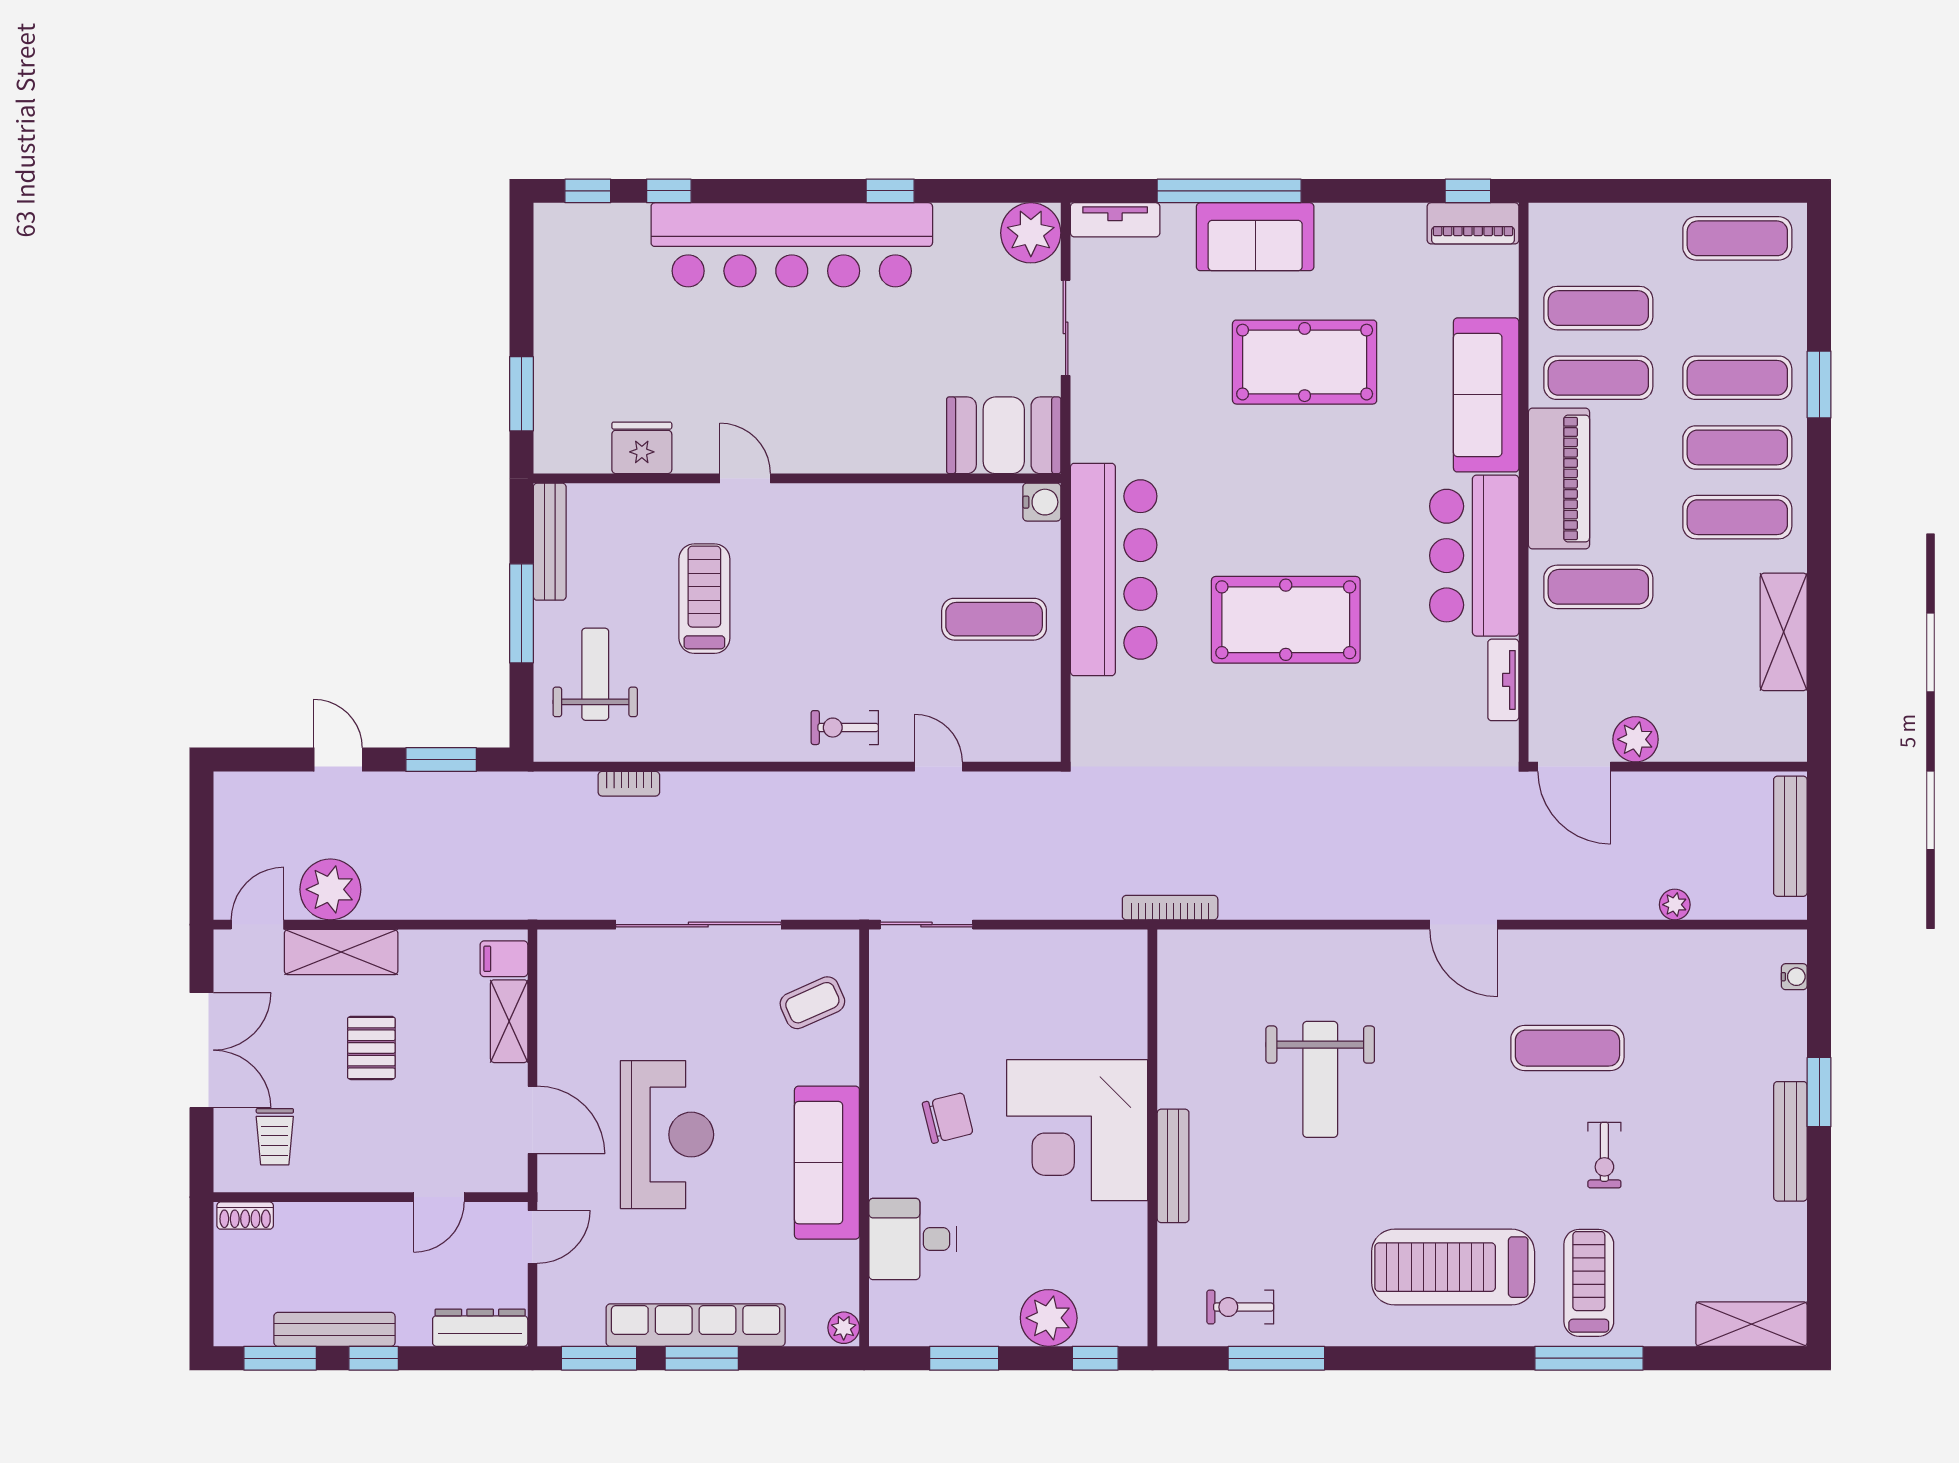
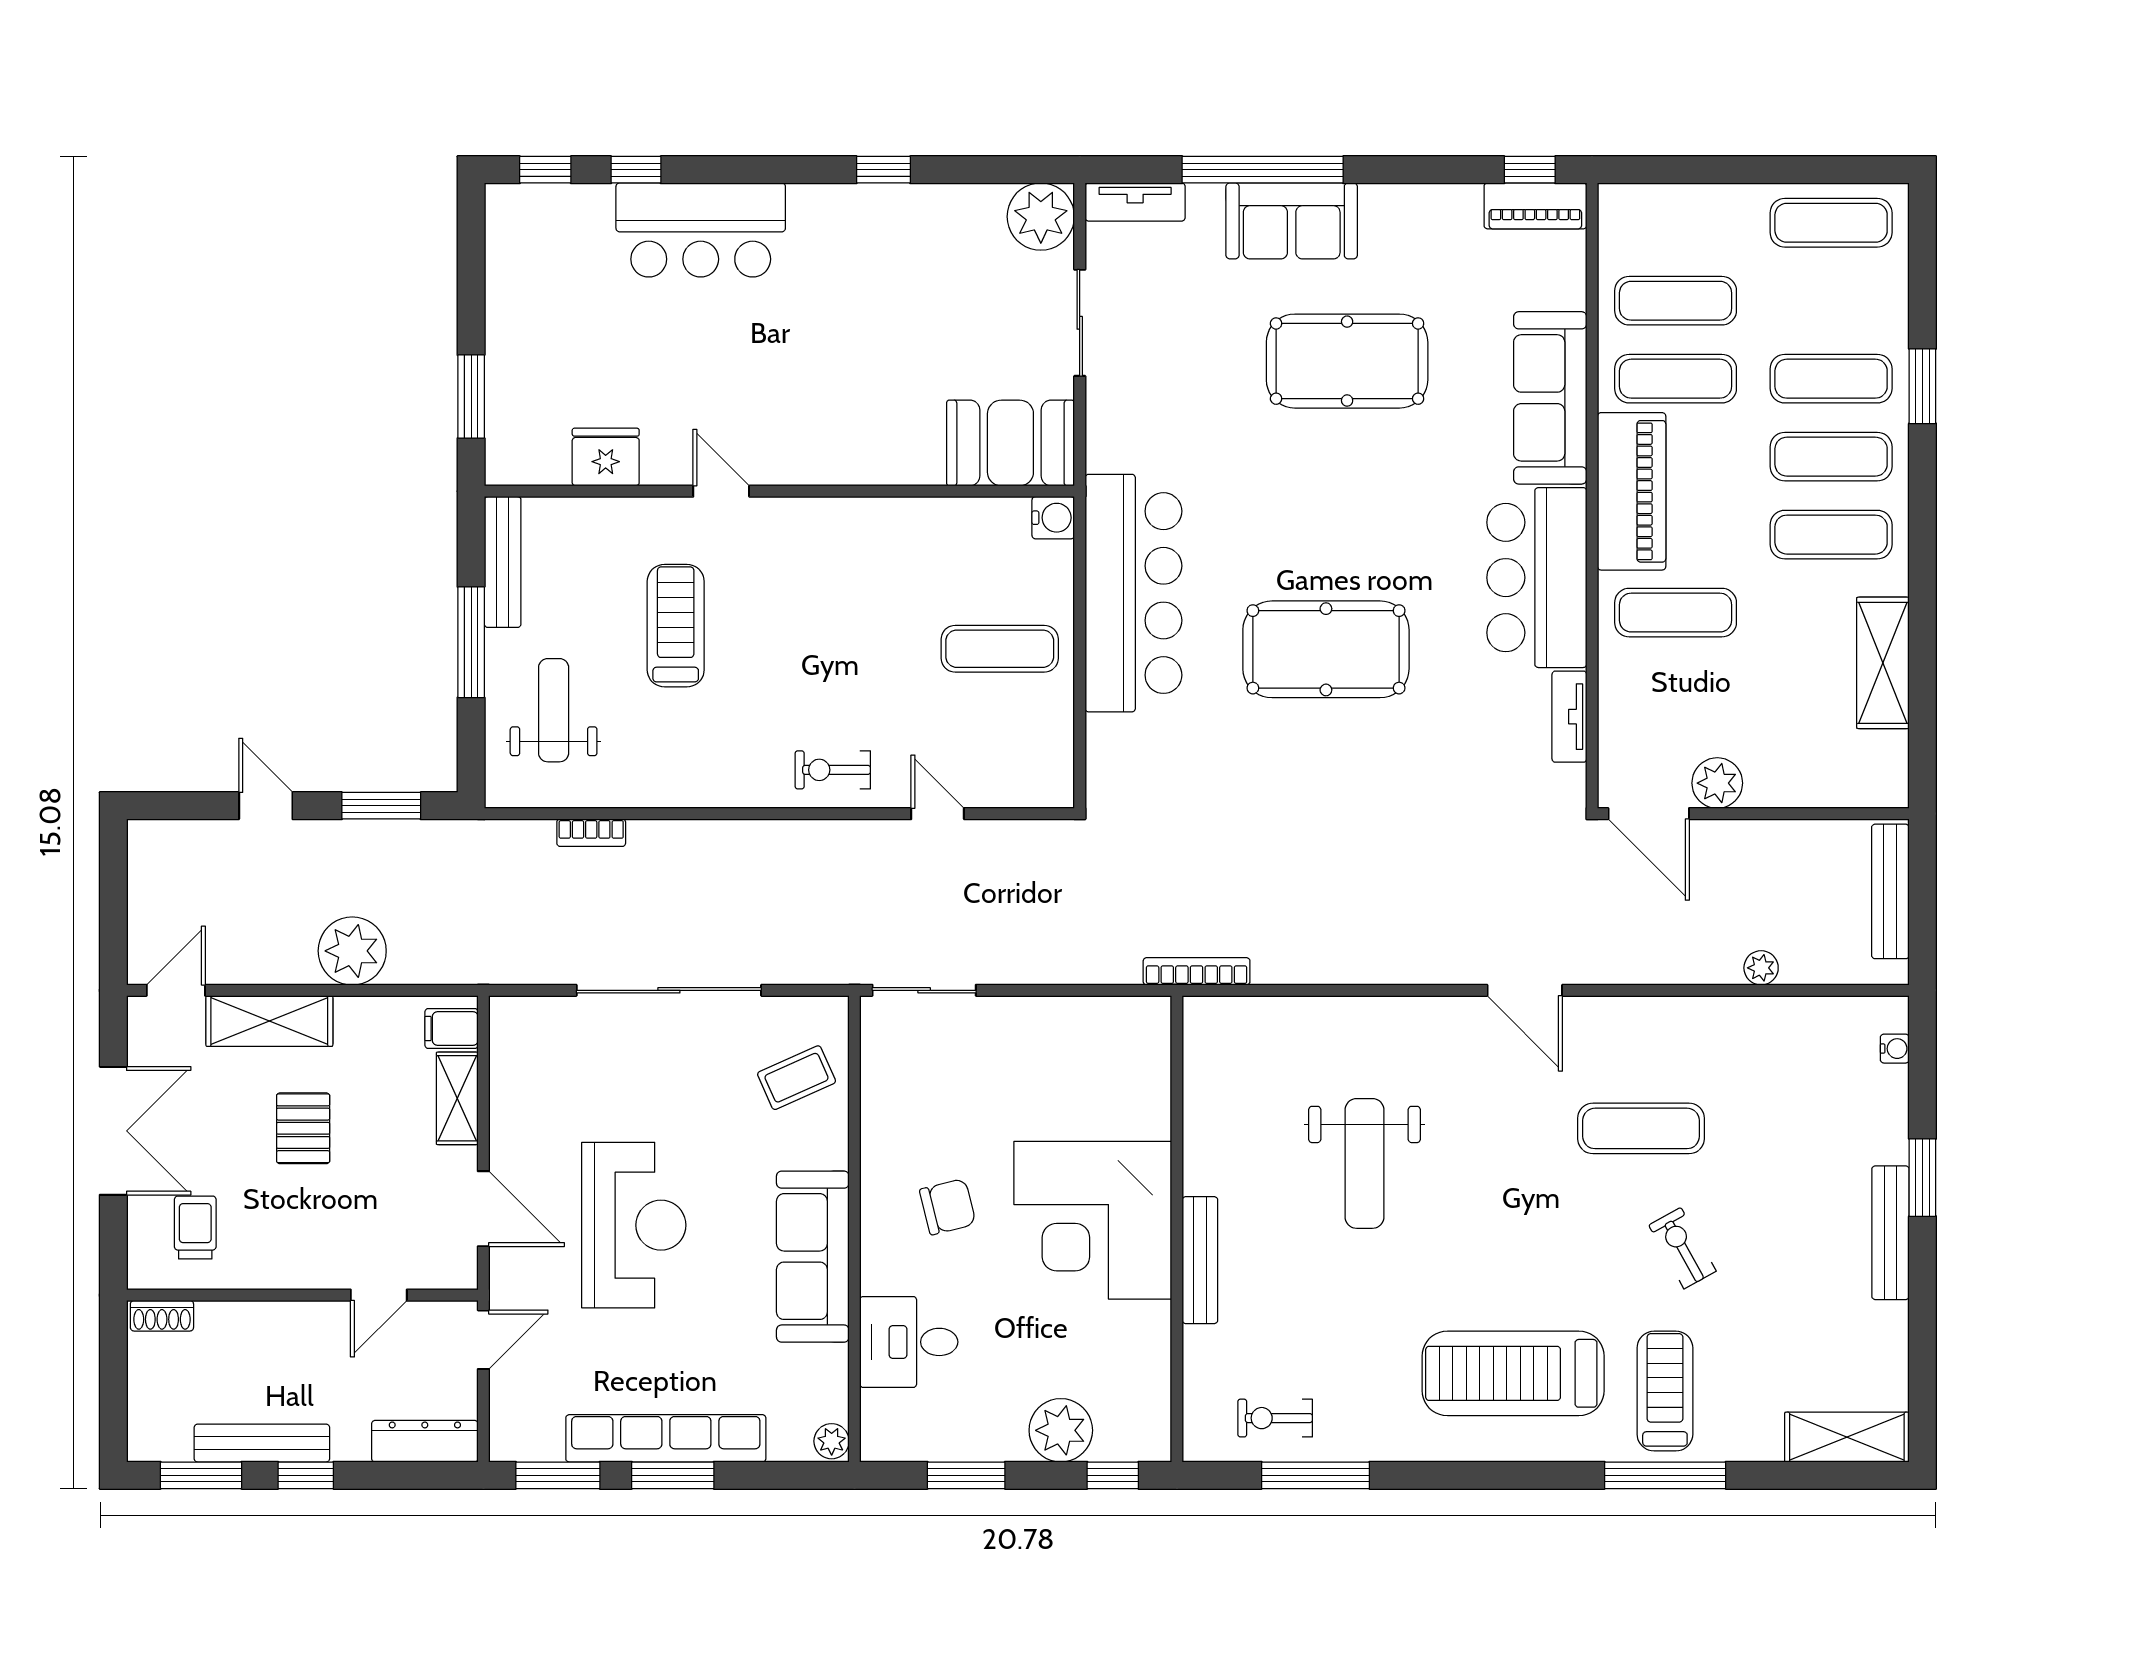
bar counter: (792, 245) -> (701, 230), width x0.54
plant: (330, 889) -> (352, 951), moved
trolley: (275, 1137) -> (195, 1227), turned 180
exercise bike: (1604, 1155) -> (1682, 1248), turned 151

